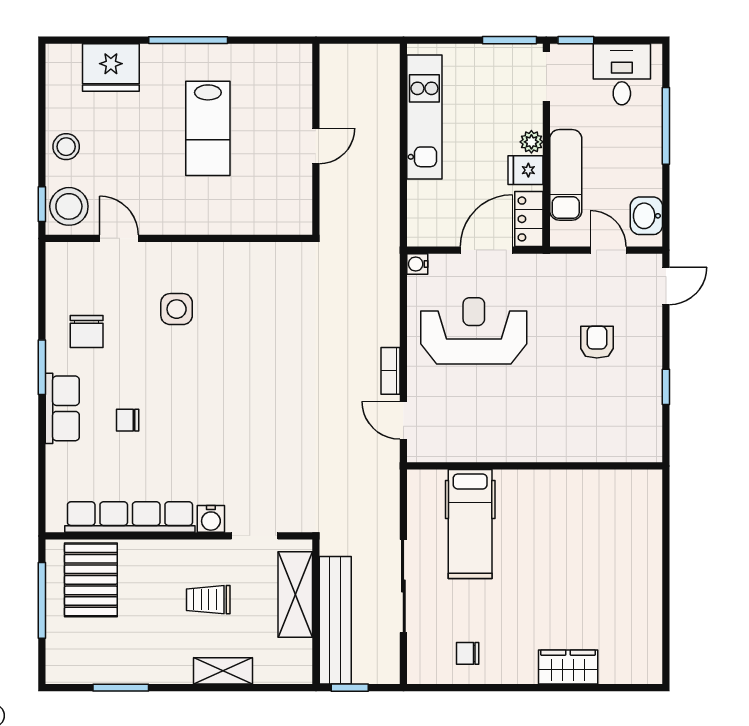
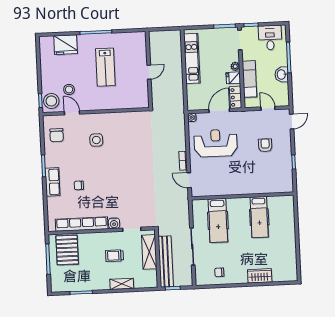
stool: (66, 147) -> (69, 90), moved
washbasin: (646, 216) -> (282, 74), moved
chair: (87, 332) -> (57, 135), moved
hospital bed: (574, 520) -> (259, 217), added

